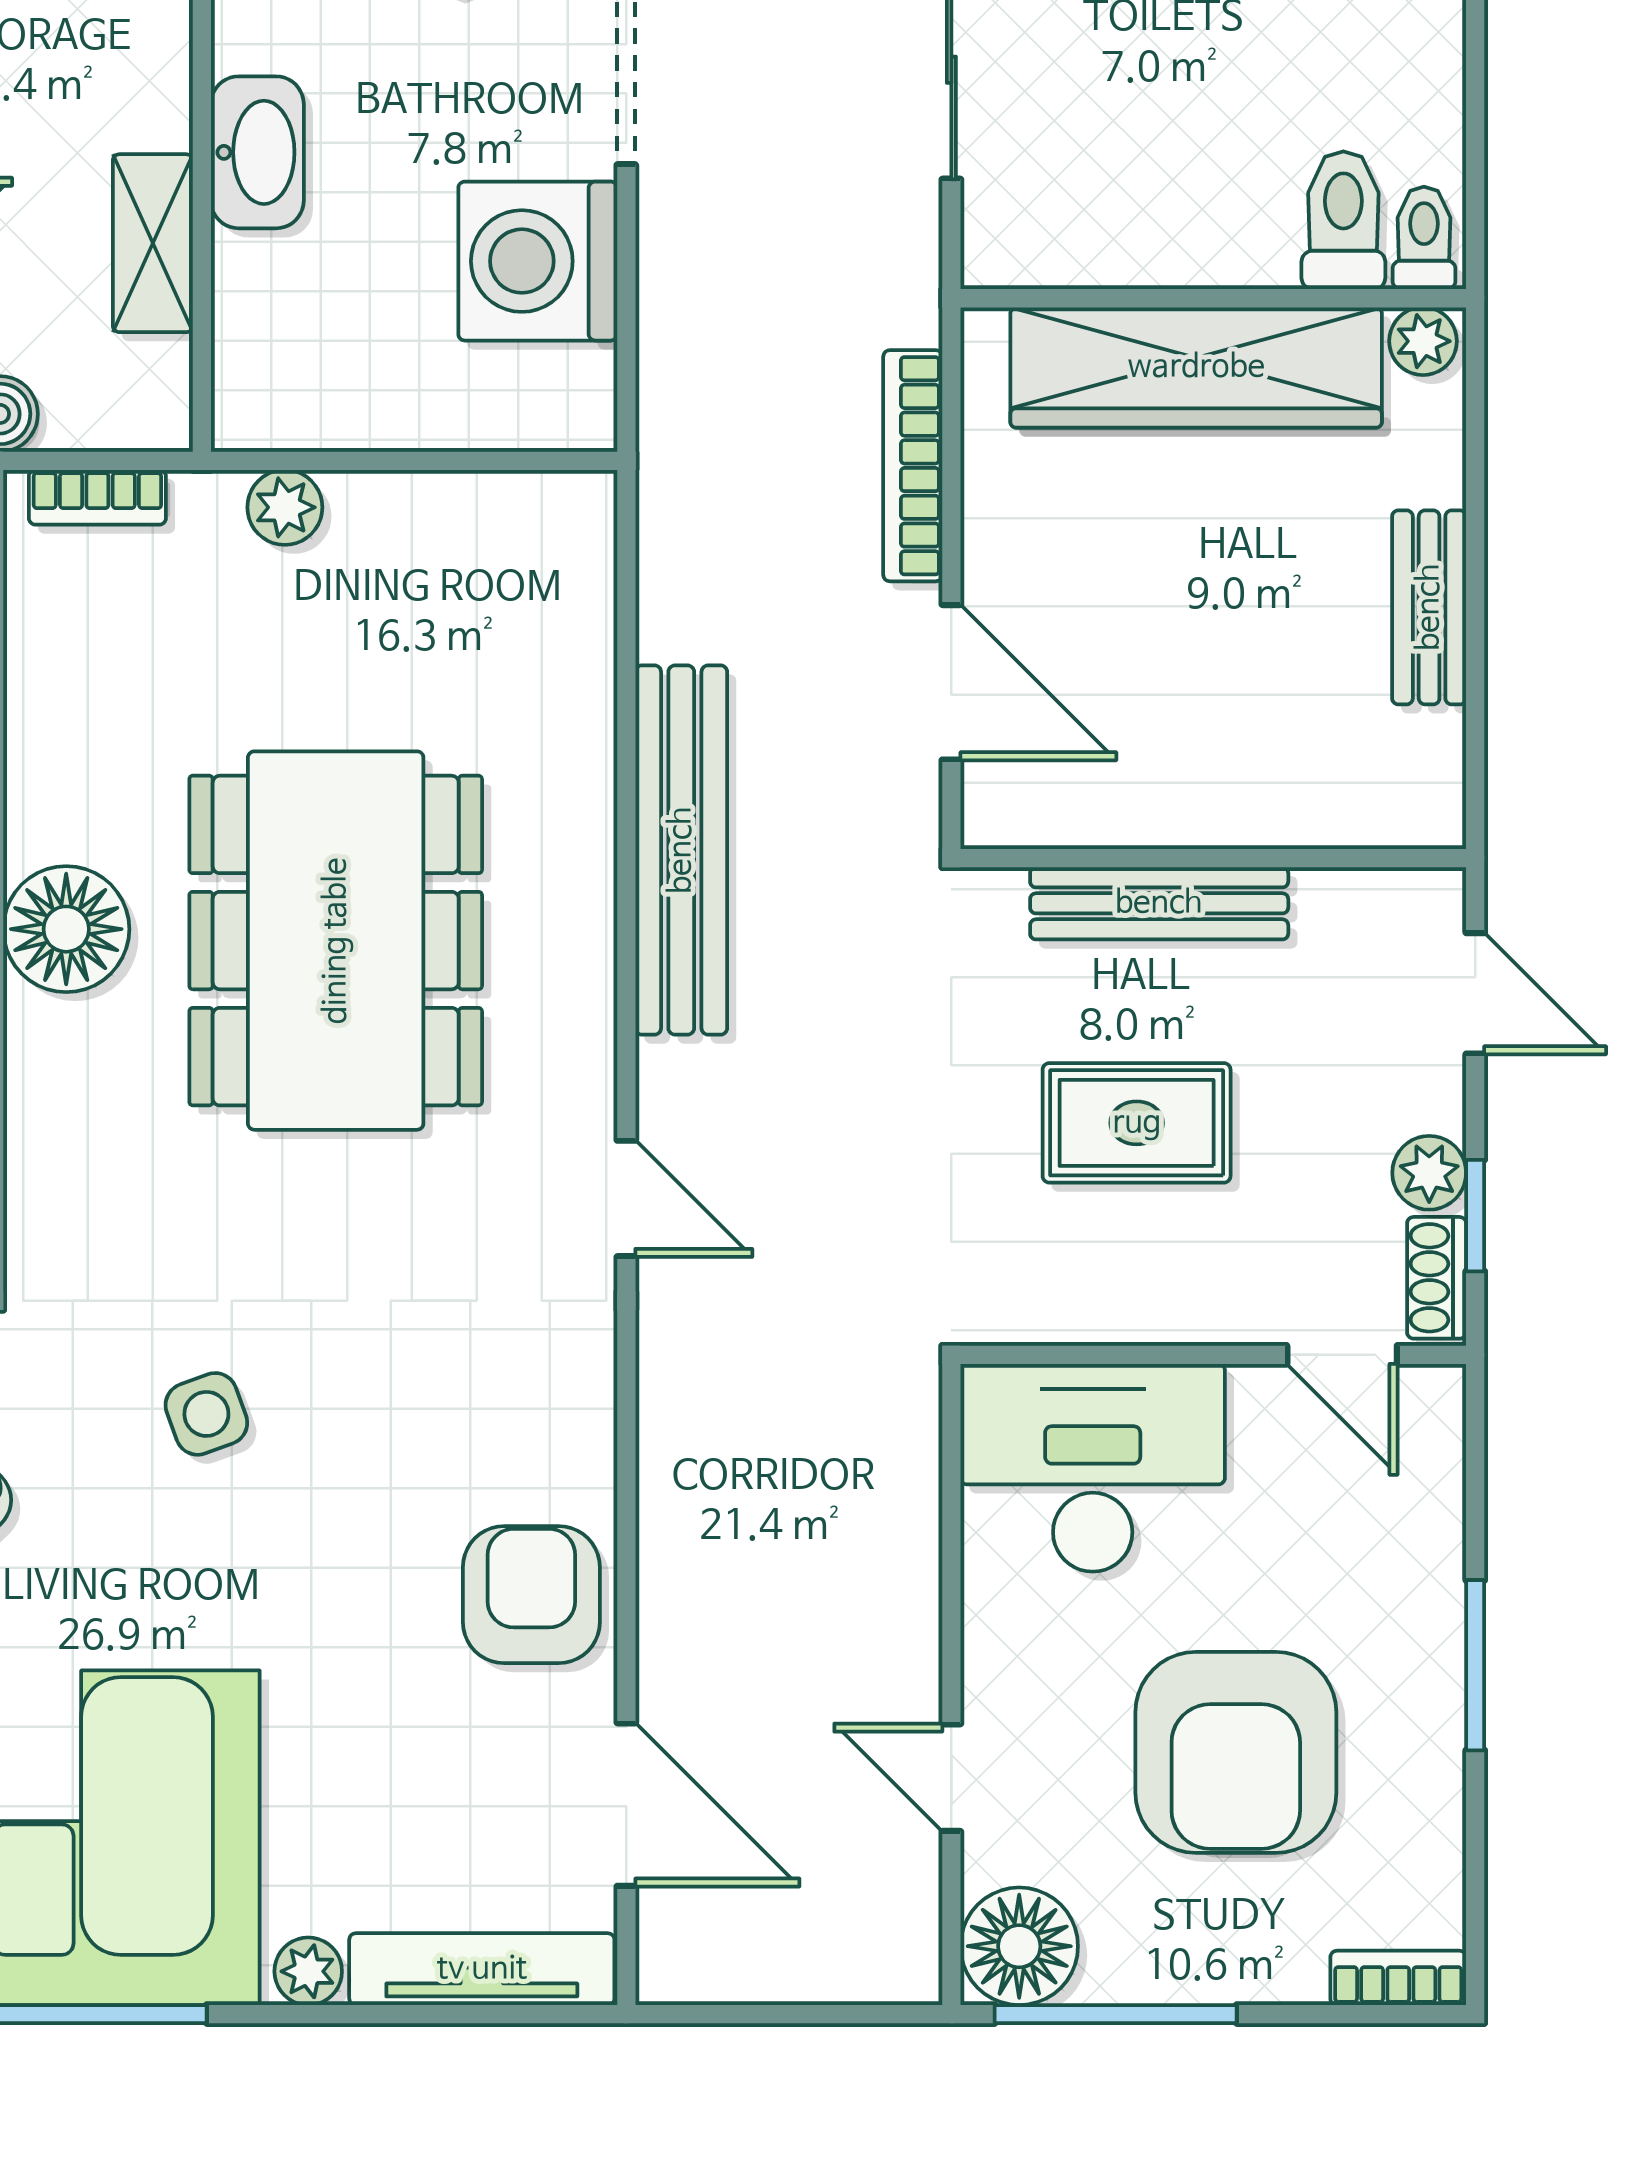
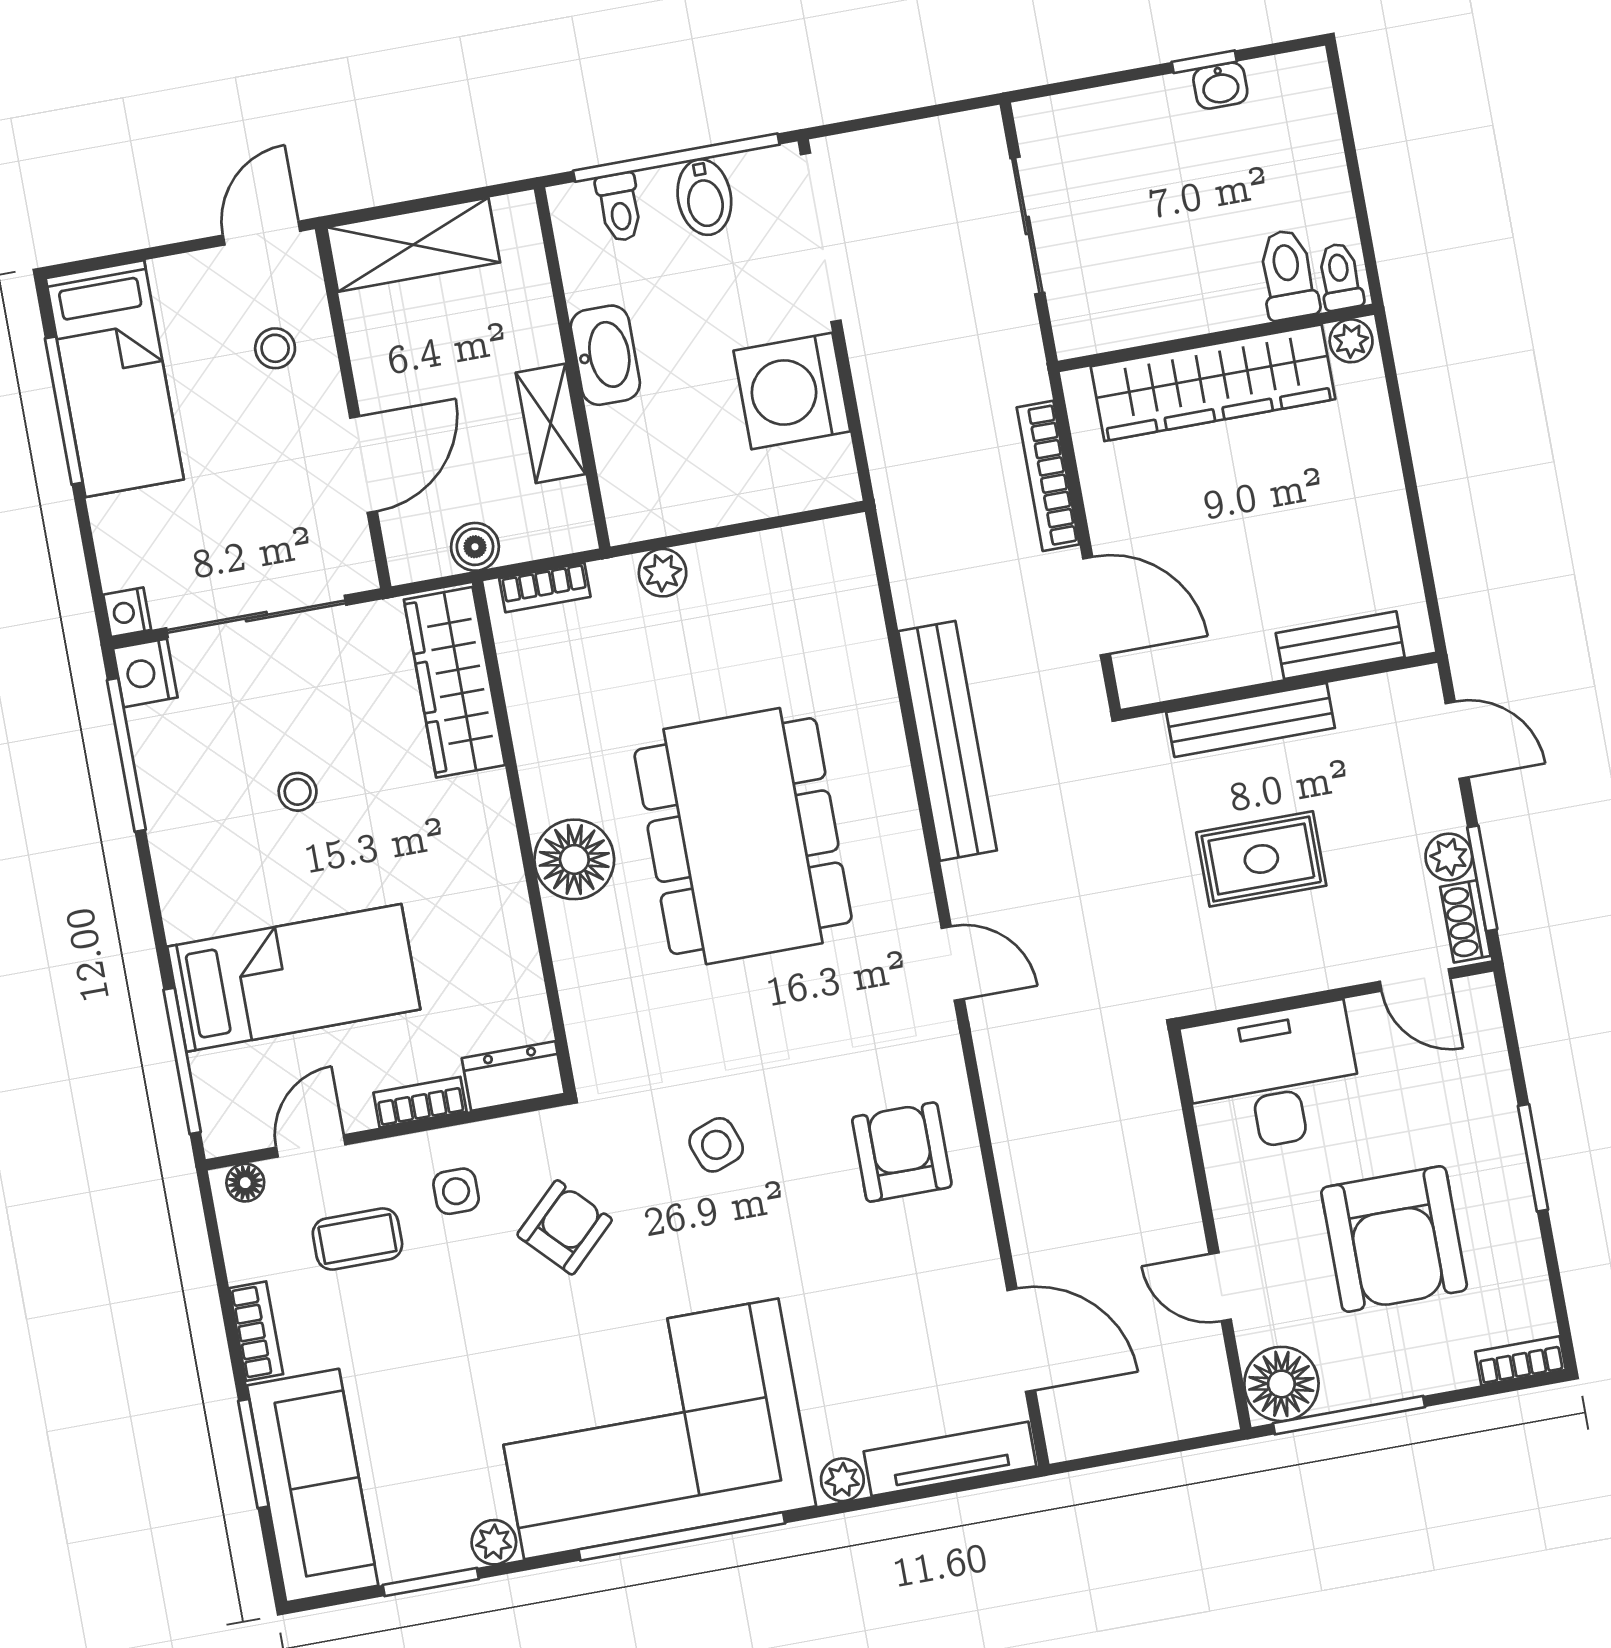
bench: (1429, 607) -> (1340, 645), moved, turned 90
window: (1475, 1216) -> (1482, 878), width x1.50
armchair: (531, 1595) -> (902, 1152), moved

